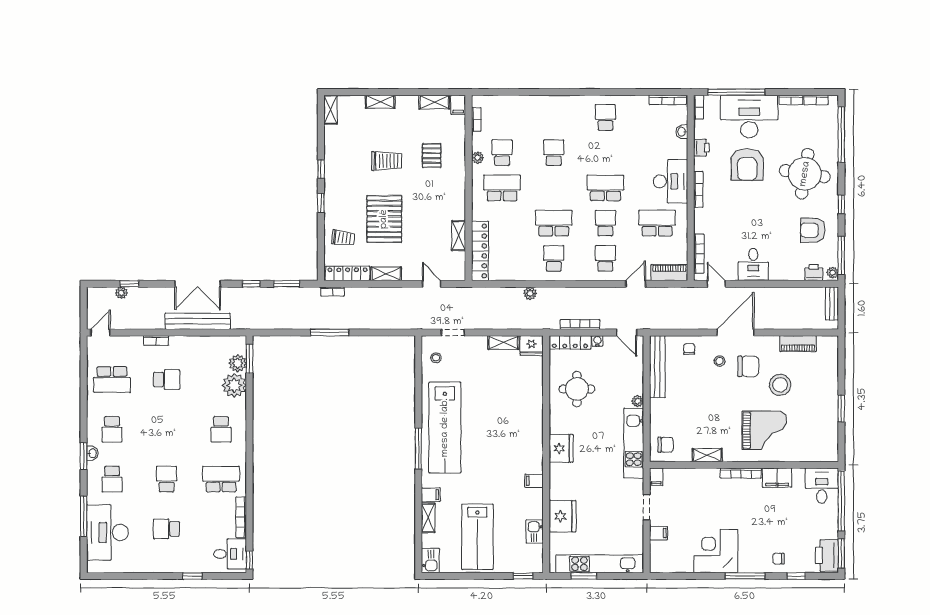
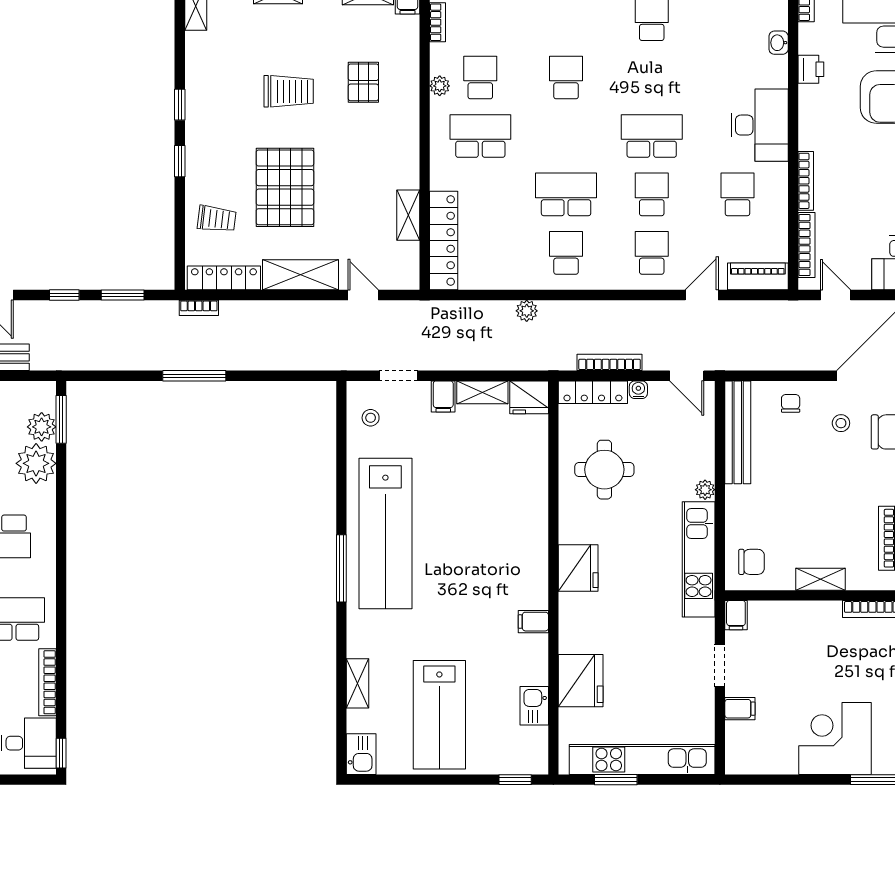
bookcase: (698, 189) -> (806, 181), moved
school desk: (657, 223) -> (737, 194), width x0.54
shelving: (386, 274) -> (300, 275), width x1.50, depth x1.33
filing cabinet: (431, 495) -> (443, 396), moved, turned 90

